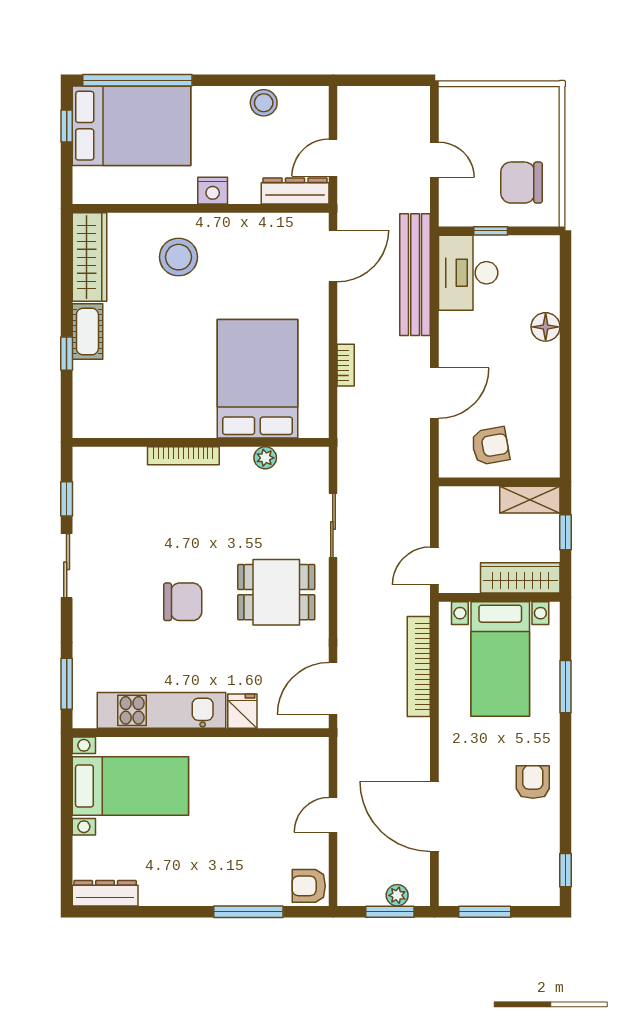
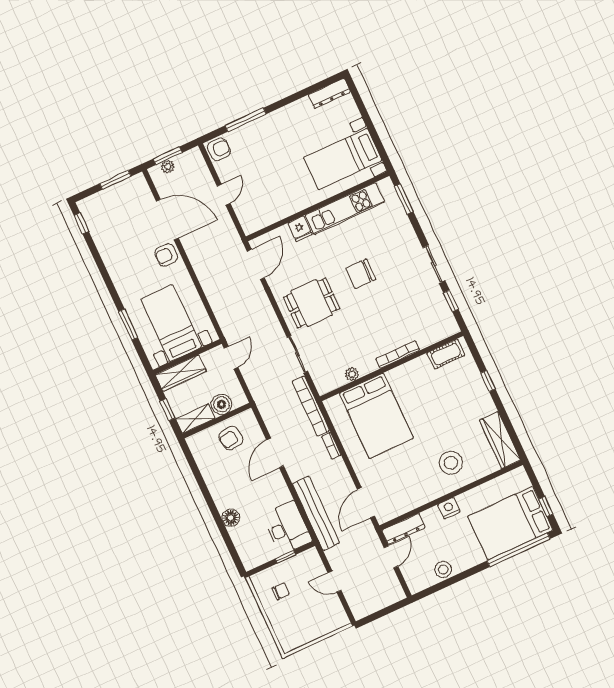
chair: (522, 183) -> (281, 591), width x0.54, depth x0.54
cot: (87, 332) -> (446, 354), moved, turned 90
boiler: (481, 503) -> (222, 404), added
bookcase: (419, 666) -> (311, 406), moved, turned 180
armchair: (533, 782) -> (166, 255), moved, turned 90

